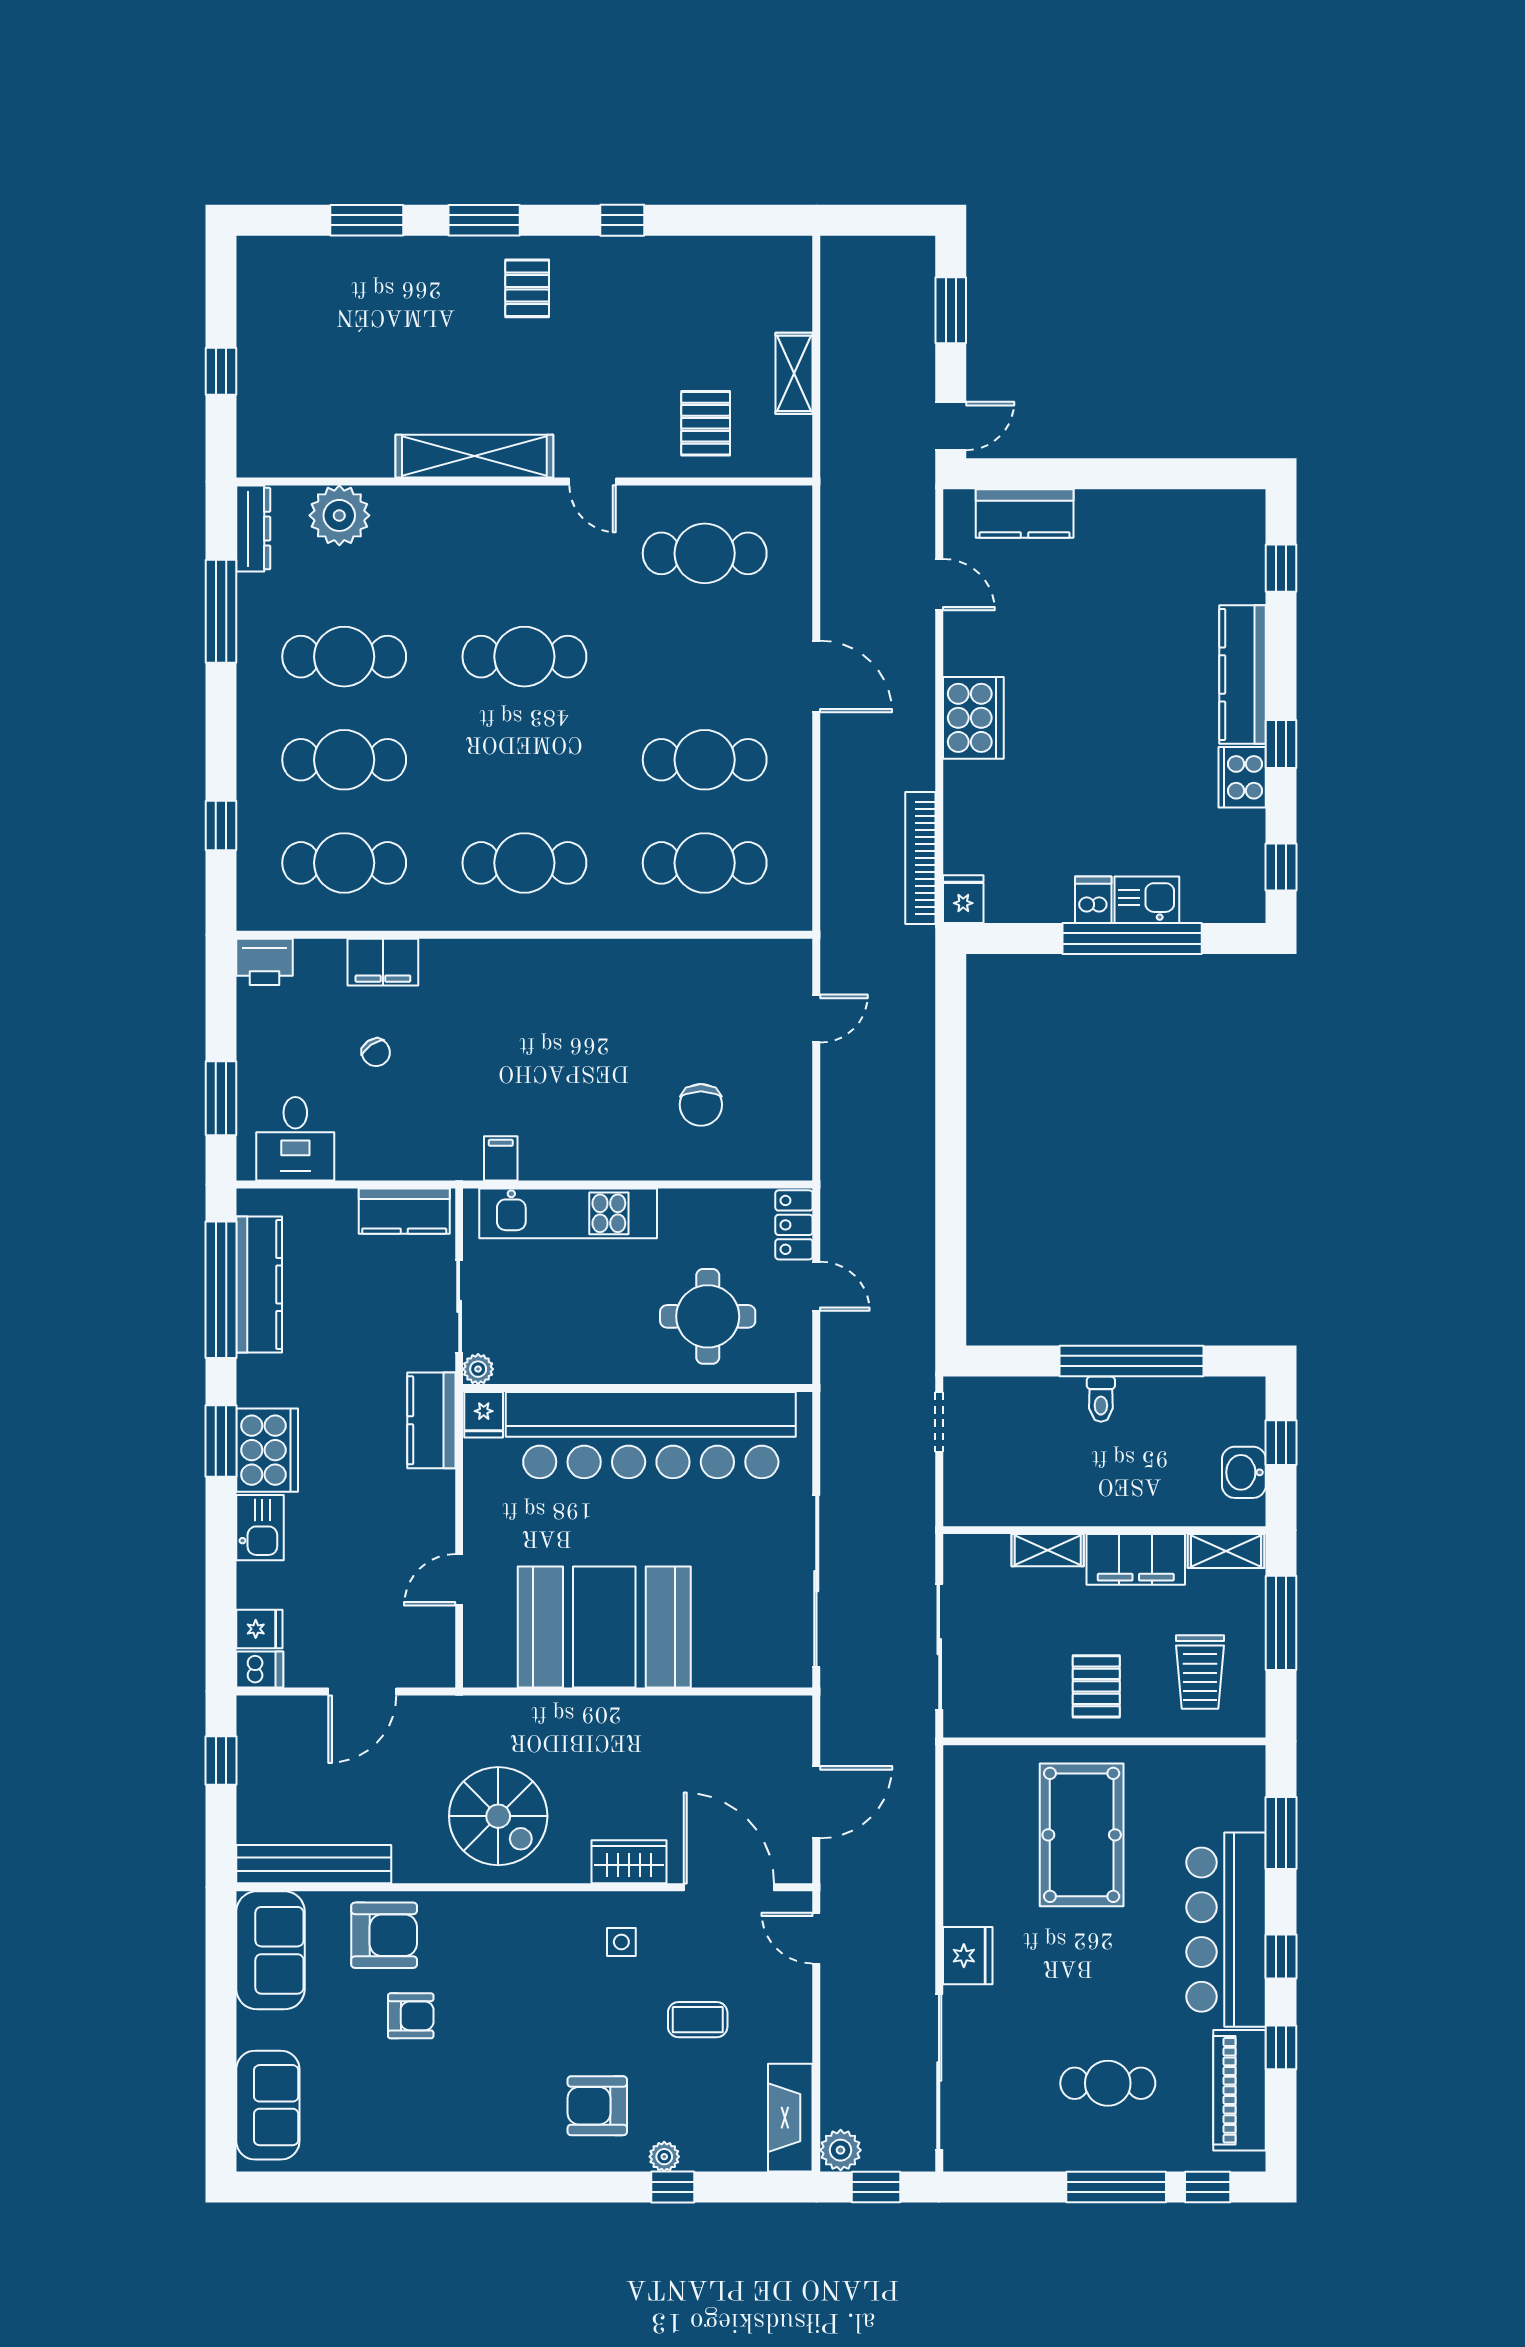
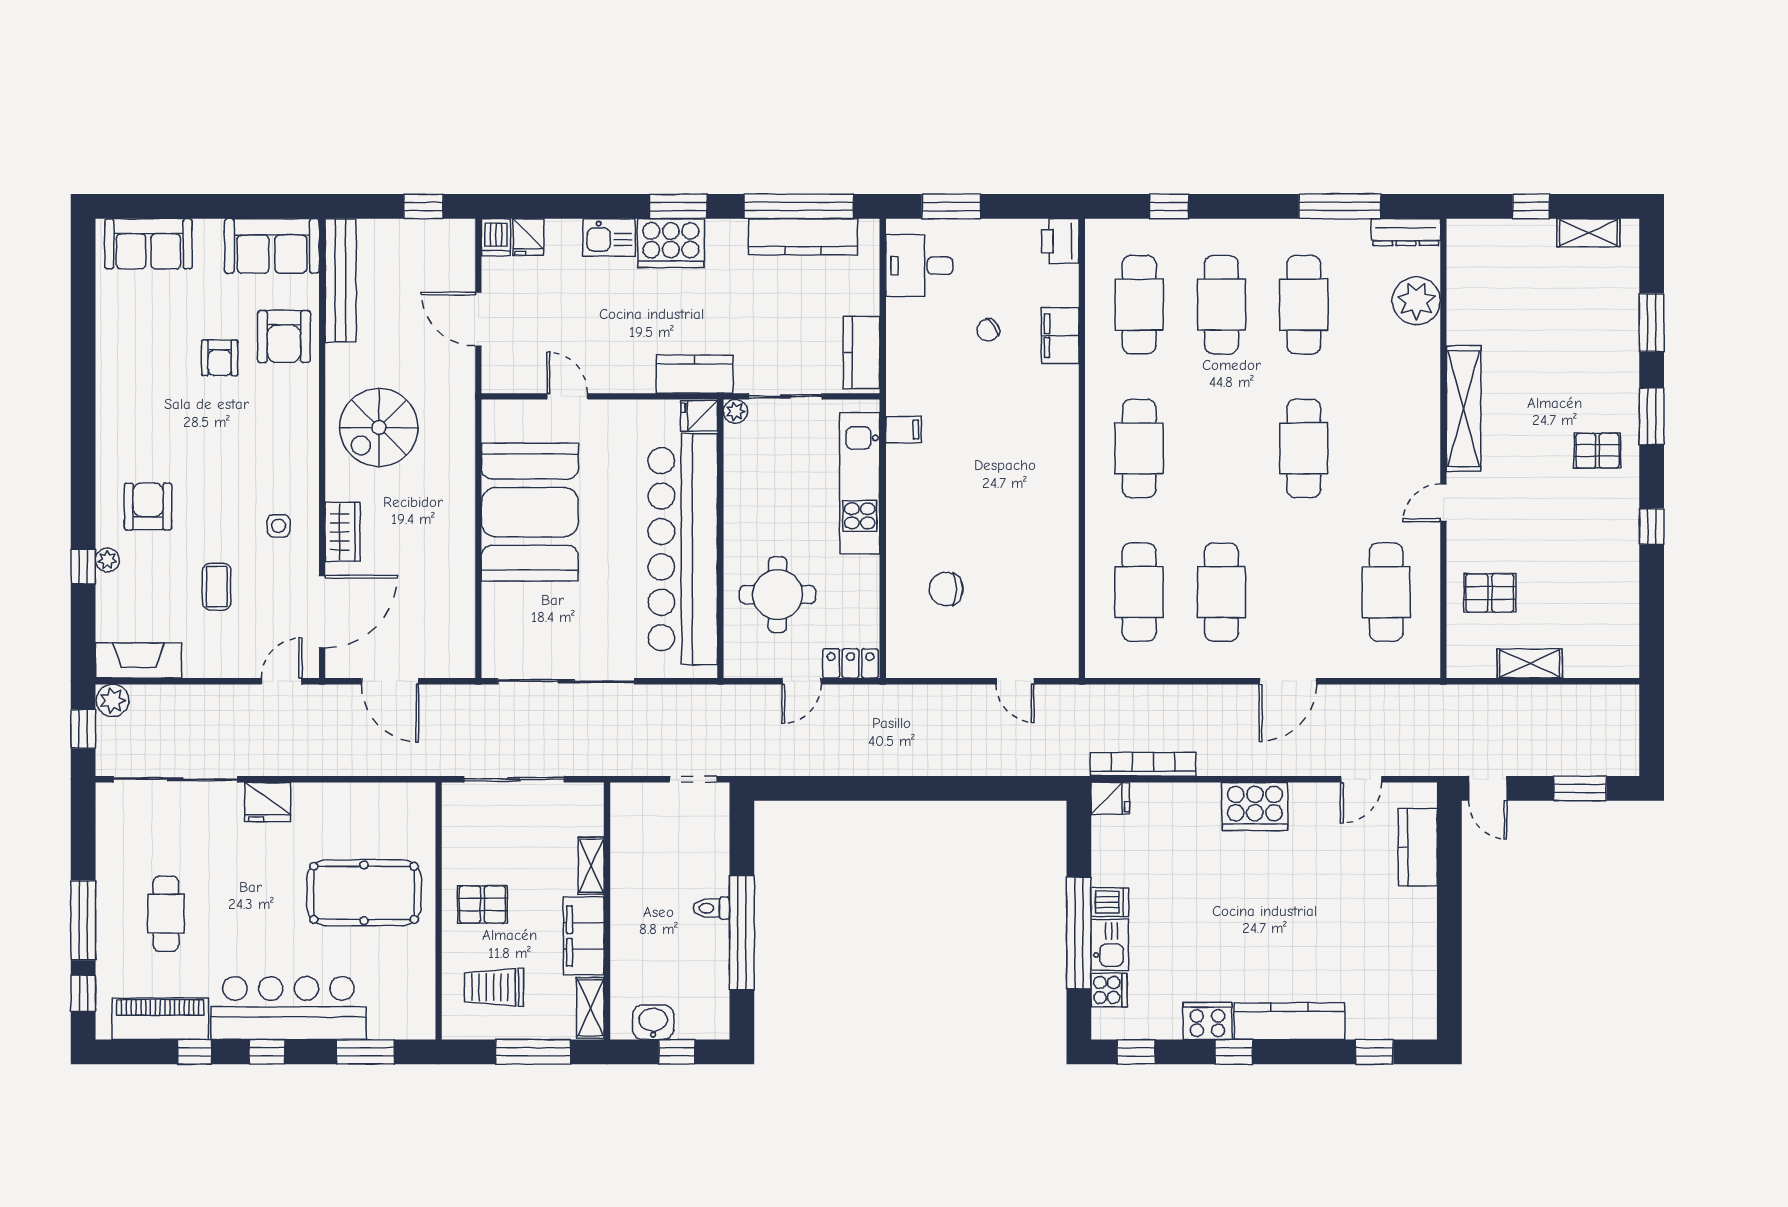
shelving: (254, 300) -> (1588, 233), added
cooker: (1203, 901) -> (1109, 990), added

